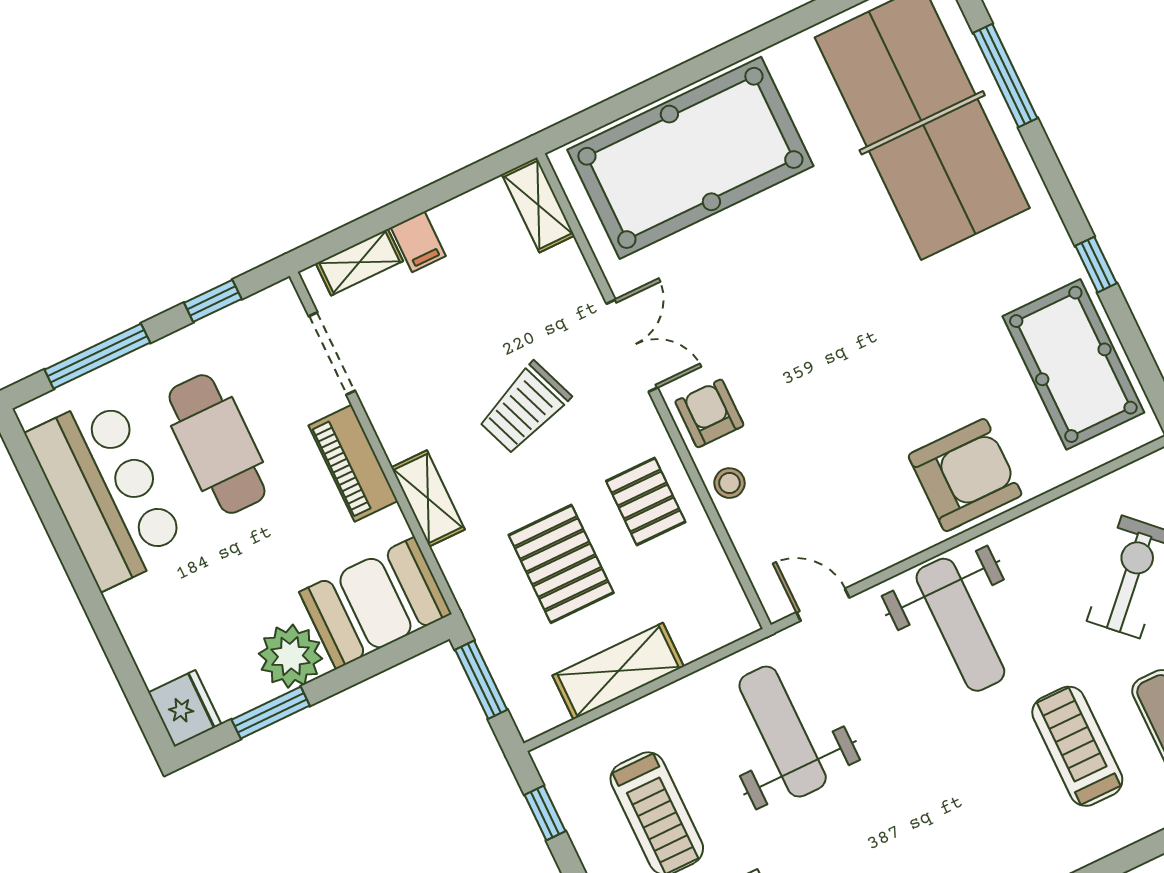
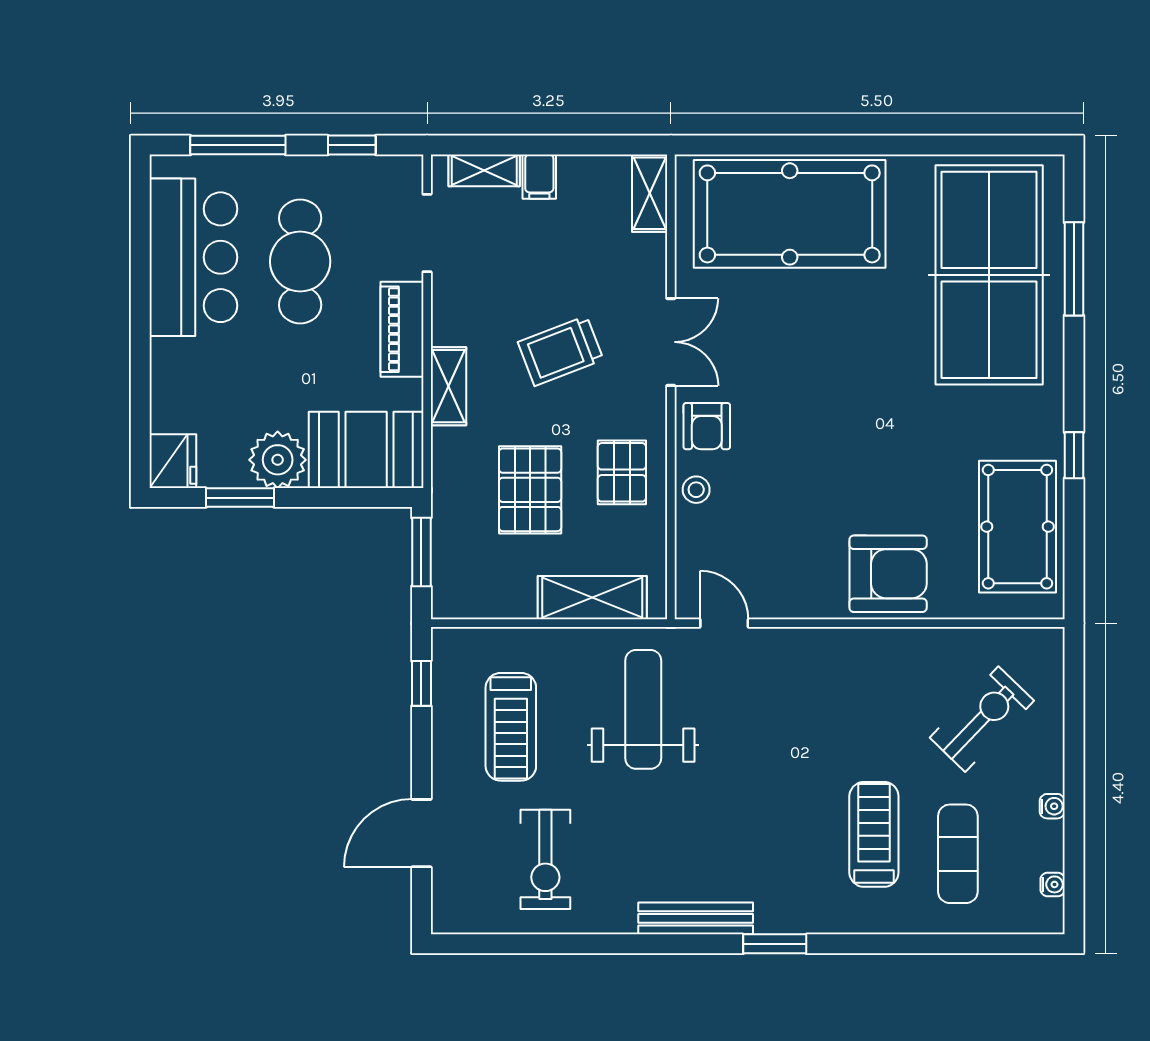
armchair: (709, 413) -> (707, 426), turned 180
weight bench: (960, 625) -> (827, 692), removed
shelving: (618, 671) -> (592, 598), moved

